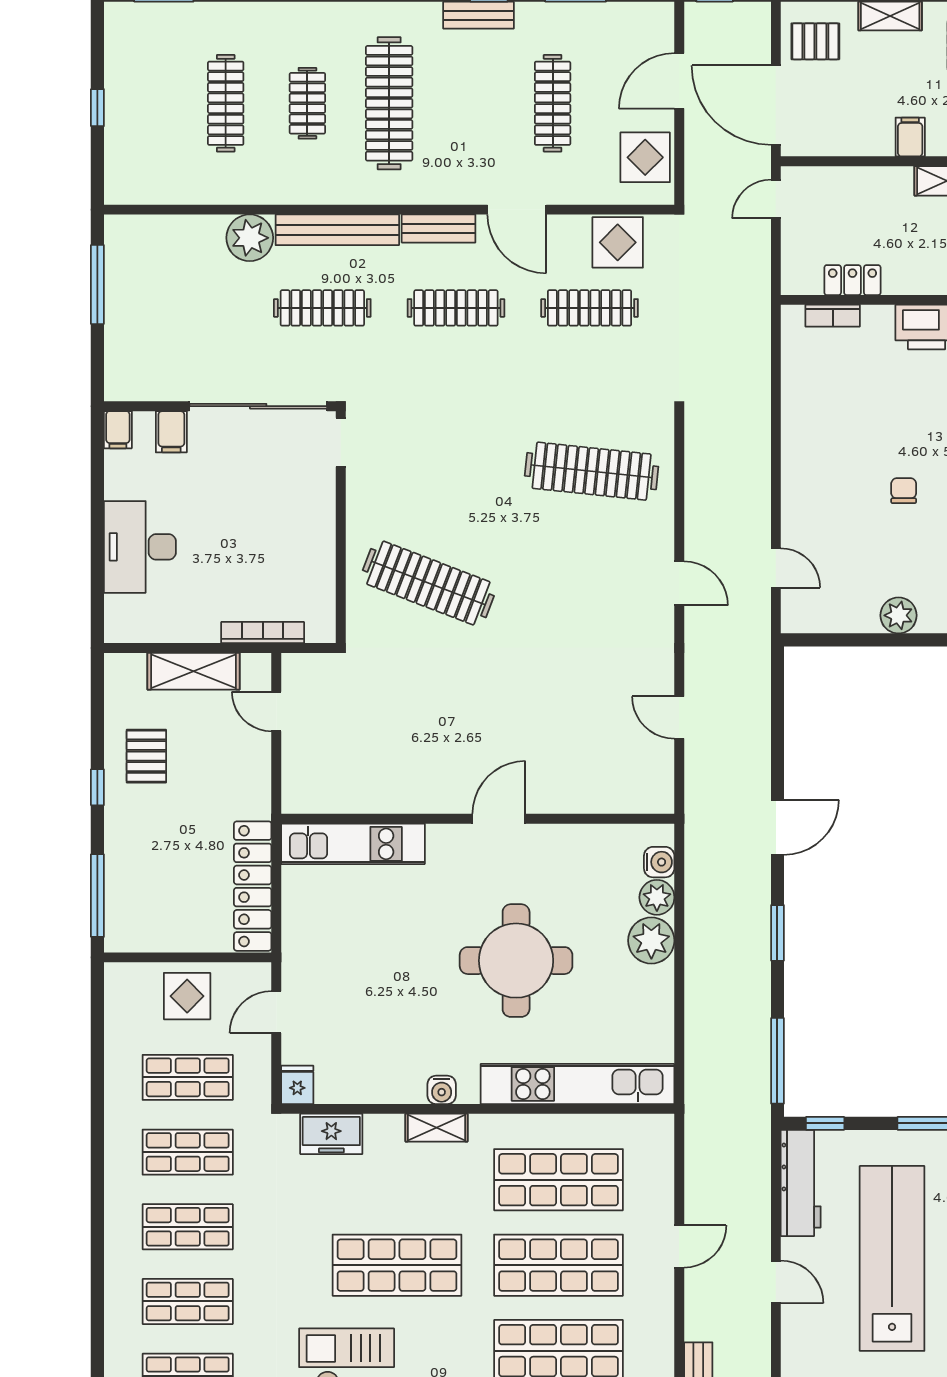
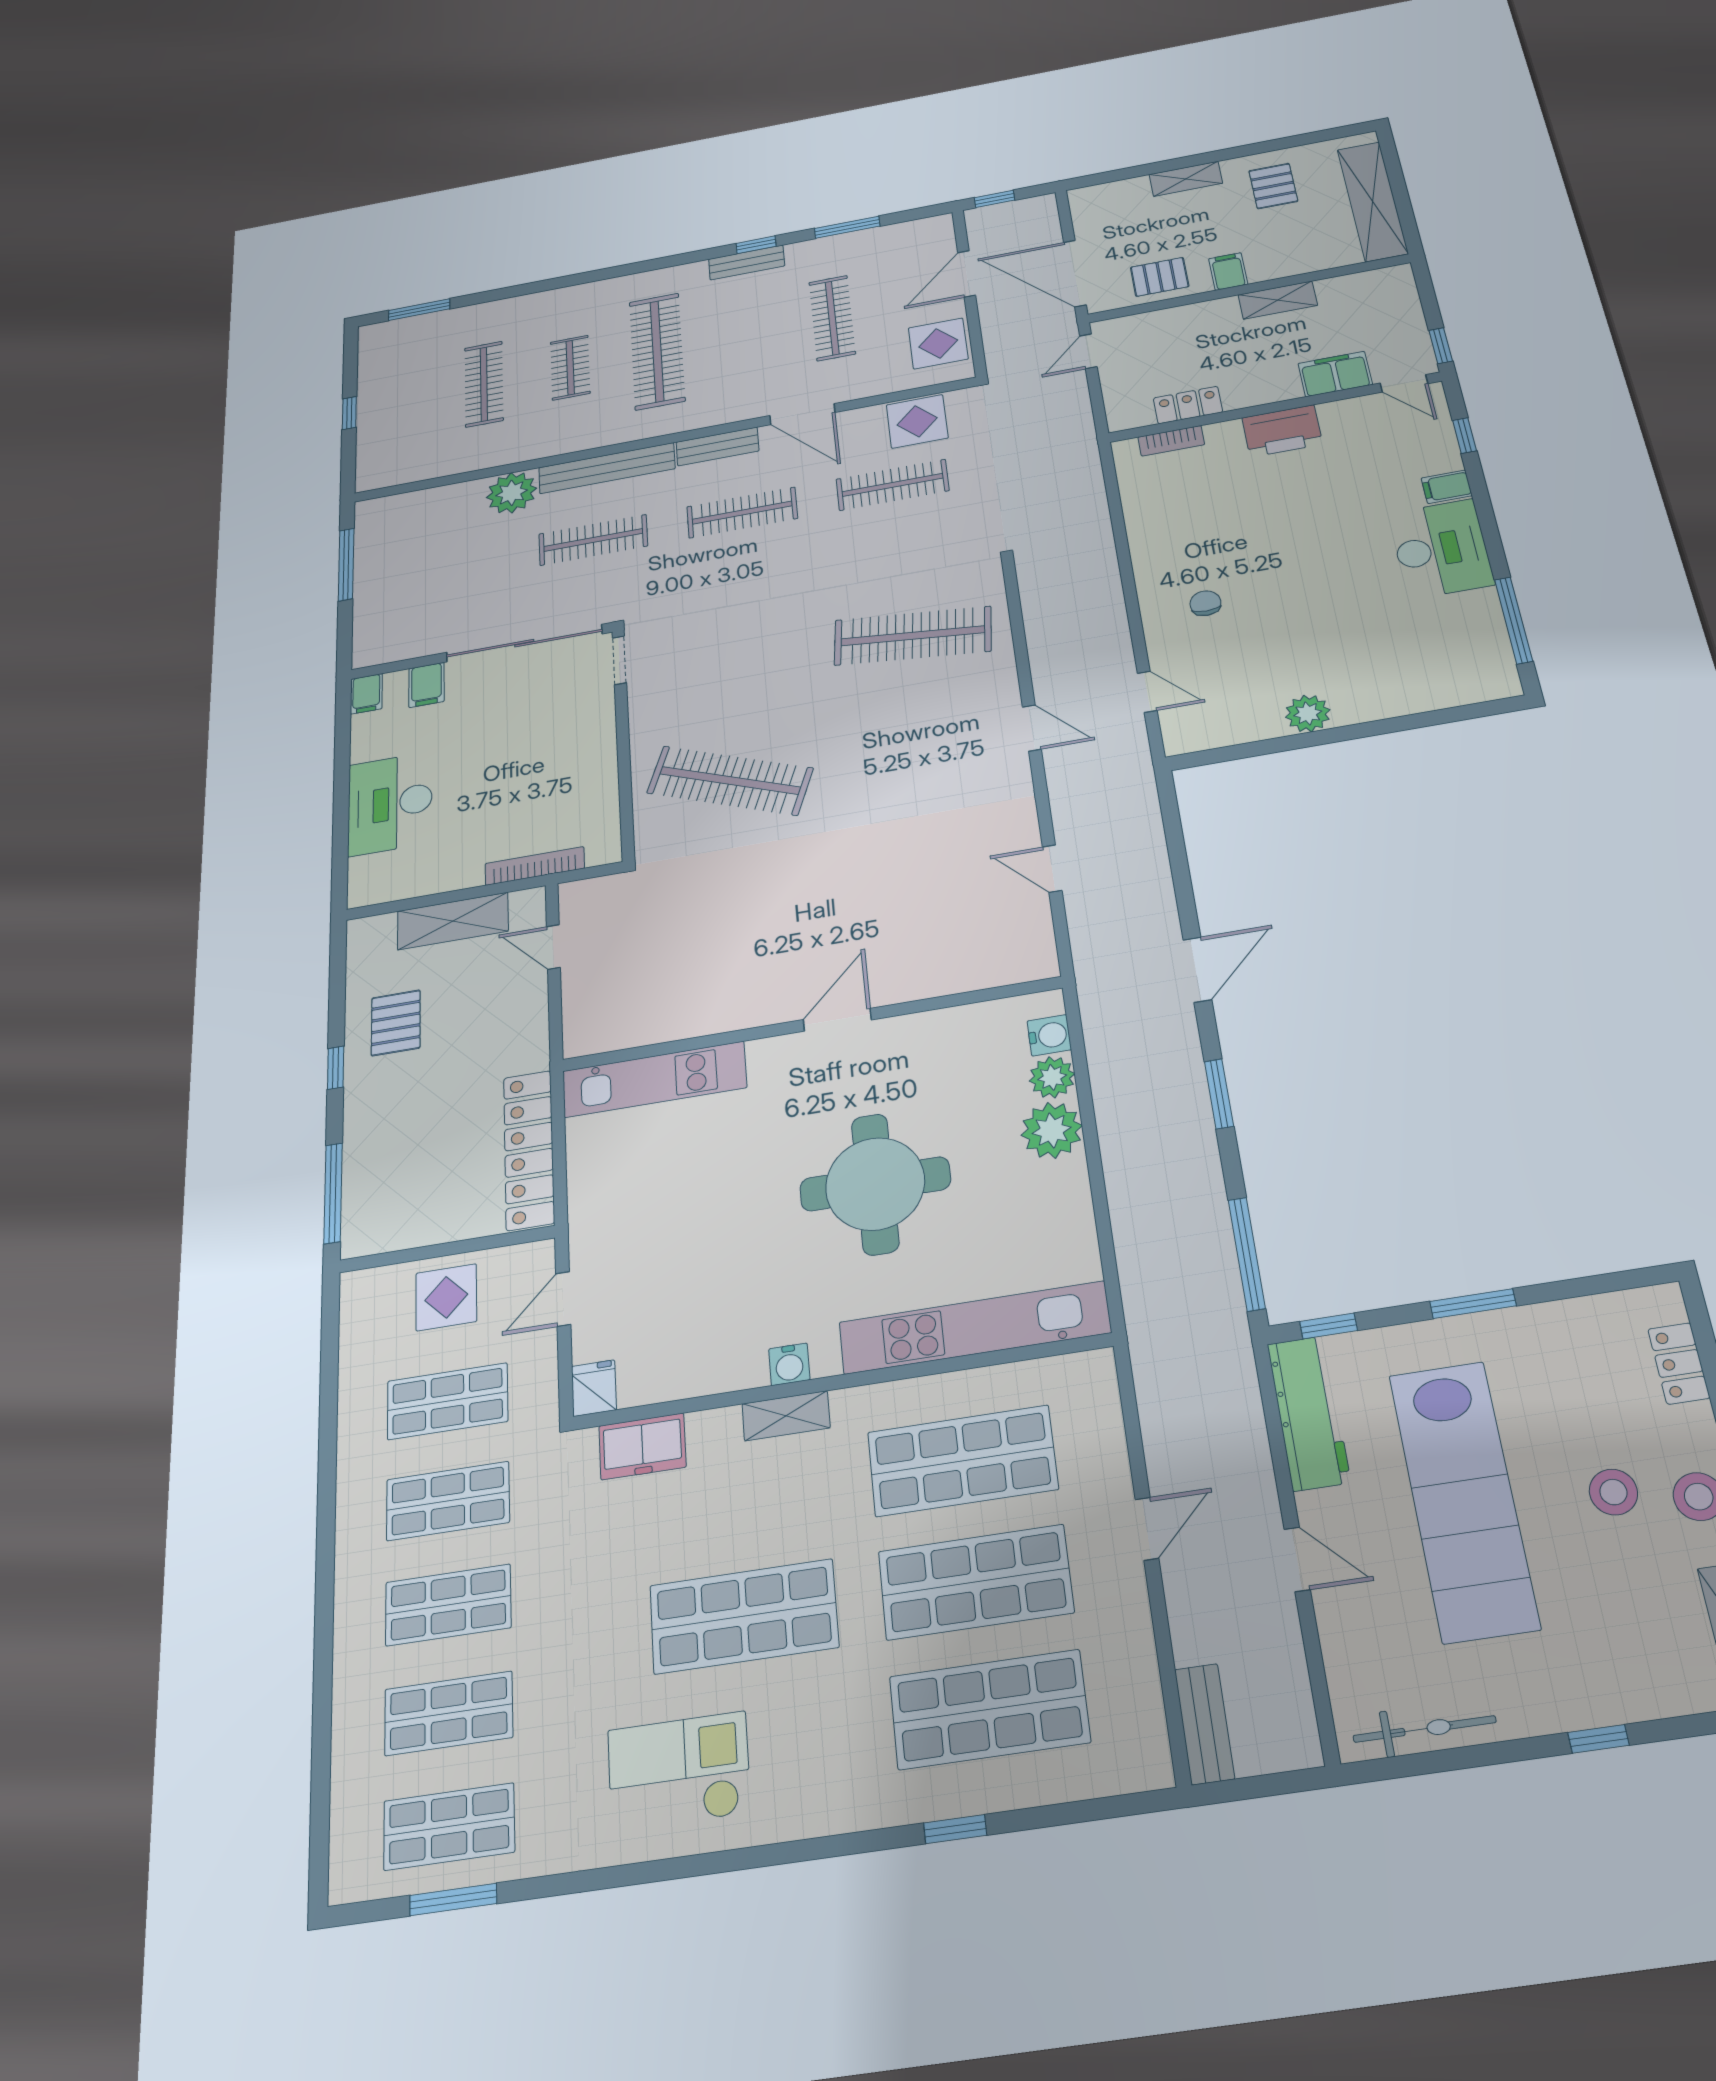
pallet: (815, 41) -> (1160, 277), moved
chair: (904, 491) -> (1205, 603), moved
lab bench: (892, 1258) -> (1463, 1500), turned 180

